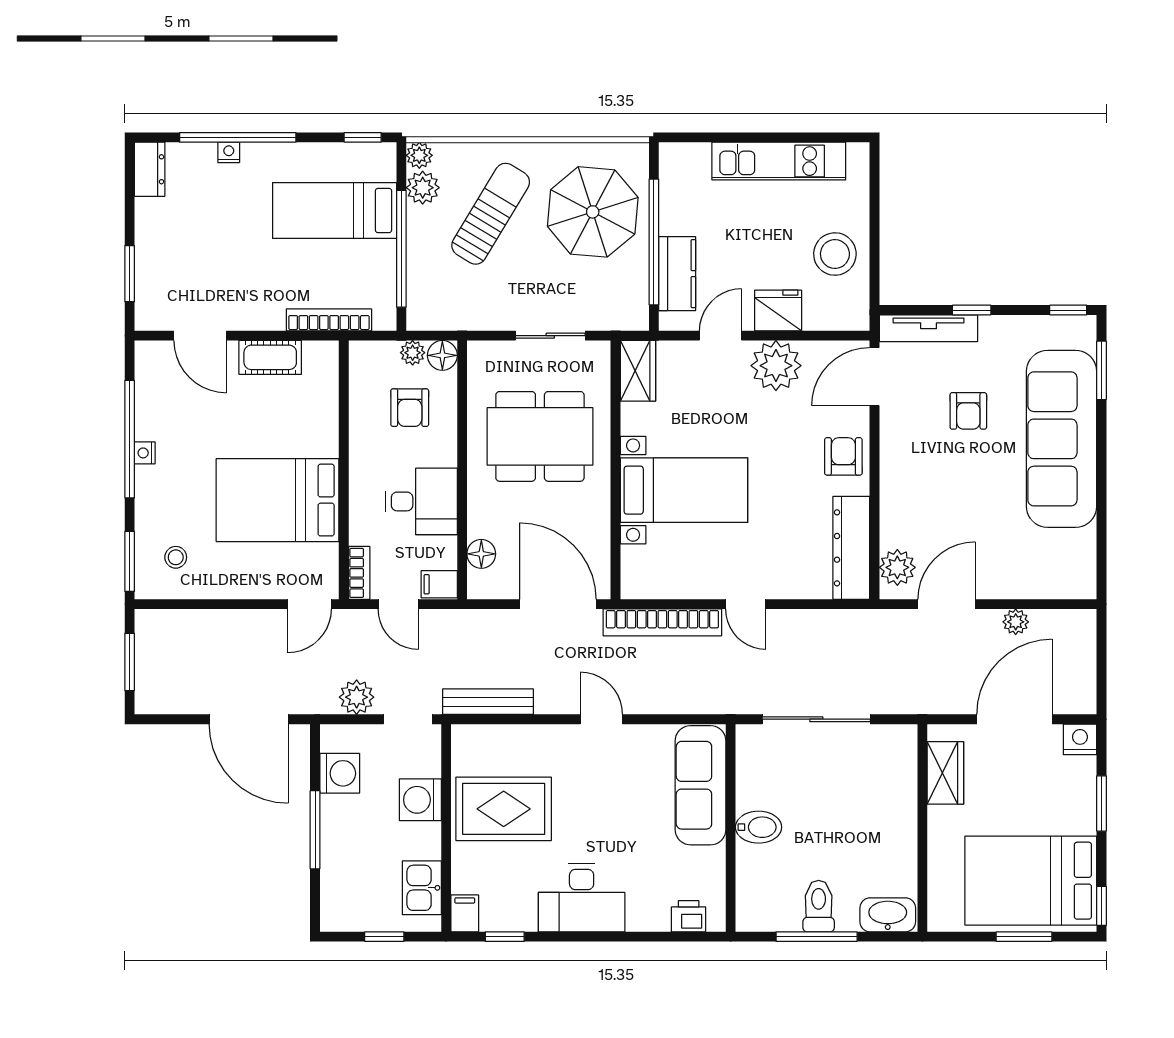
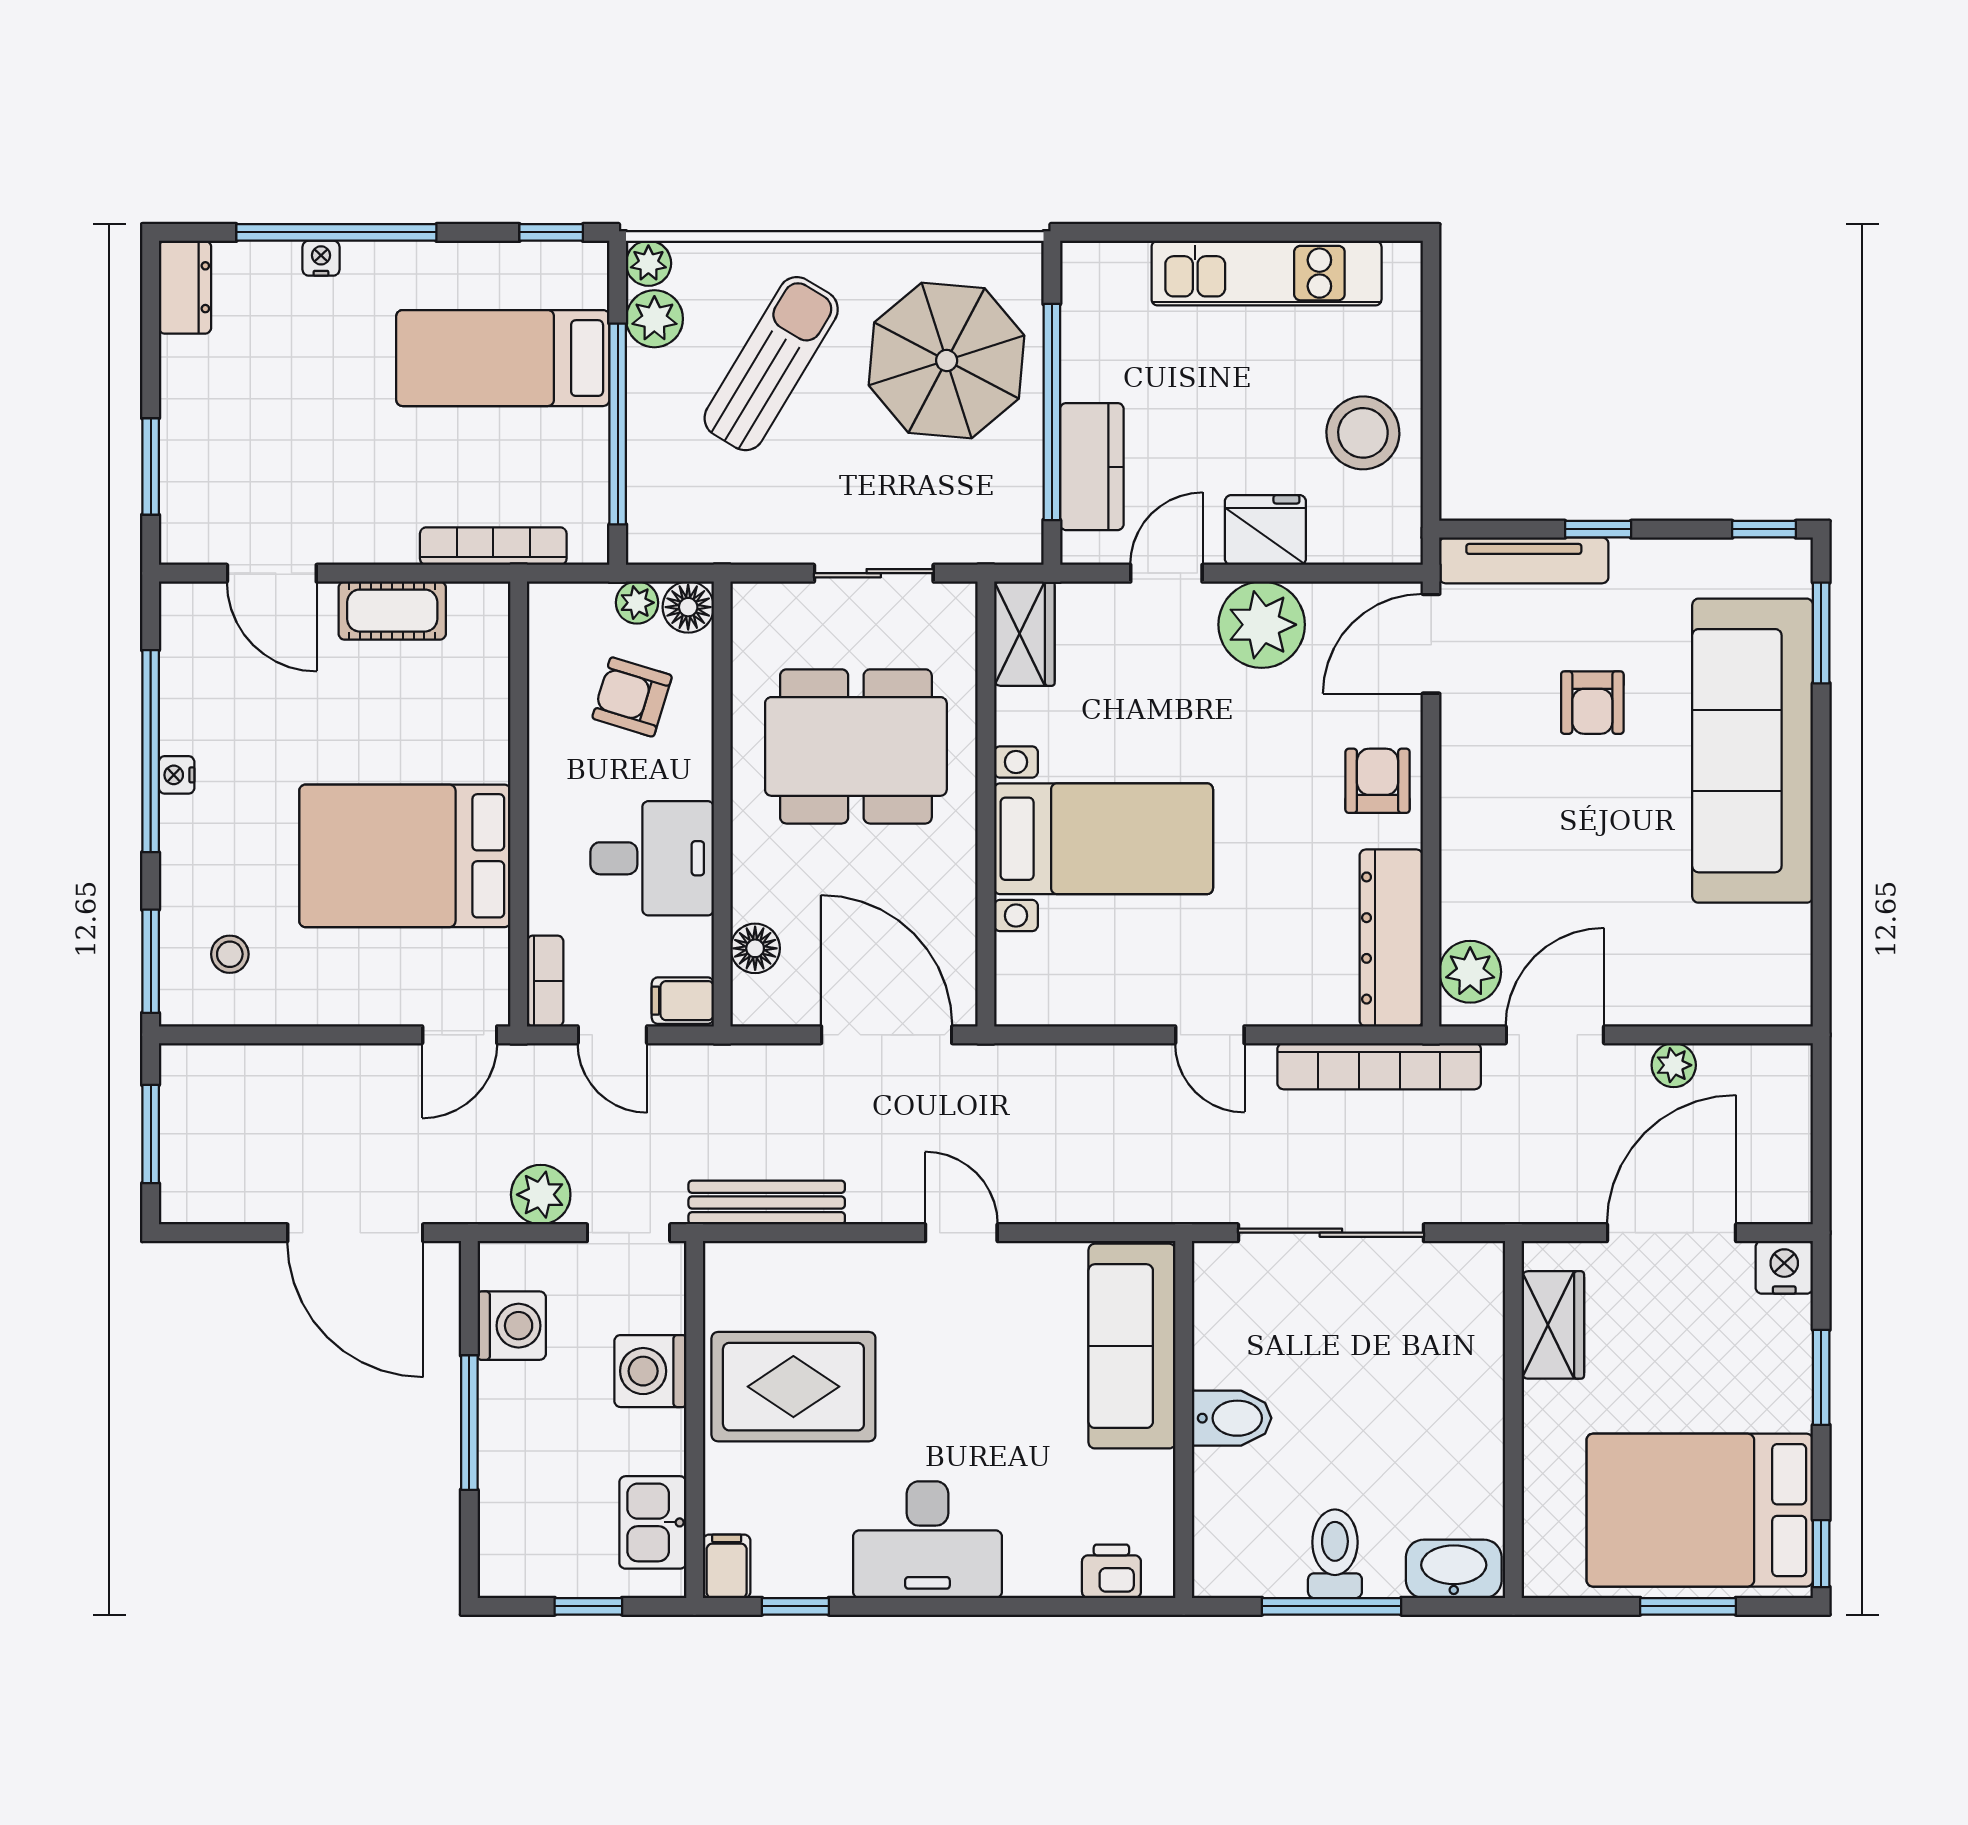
armchair: (410, 408) -> (632, 697), turned 107
bookcase: (662, 622) -> (1379, 1066), moved

